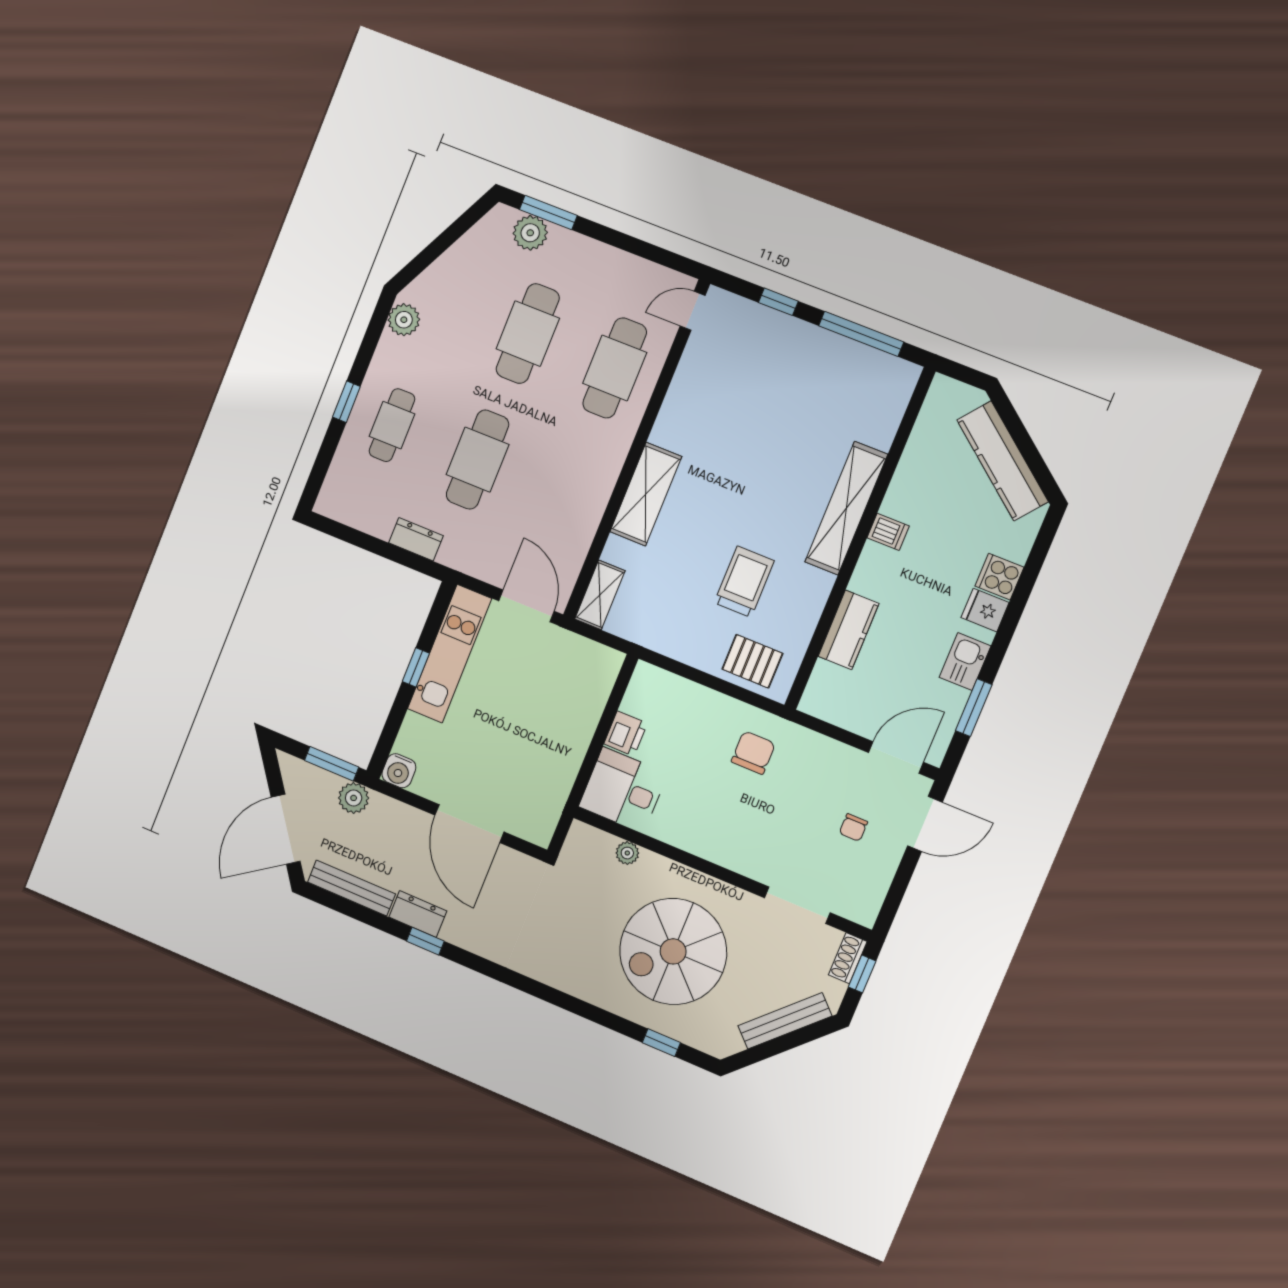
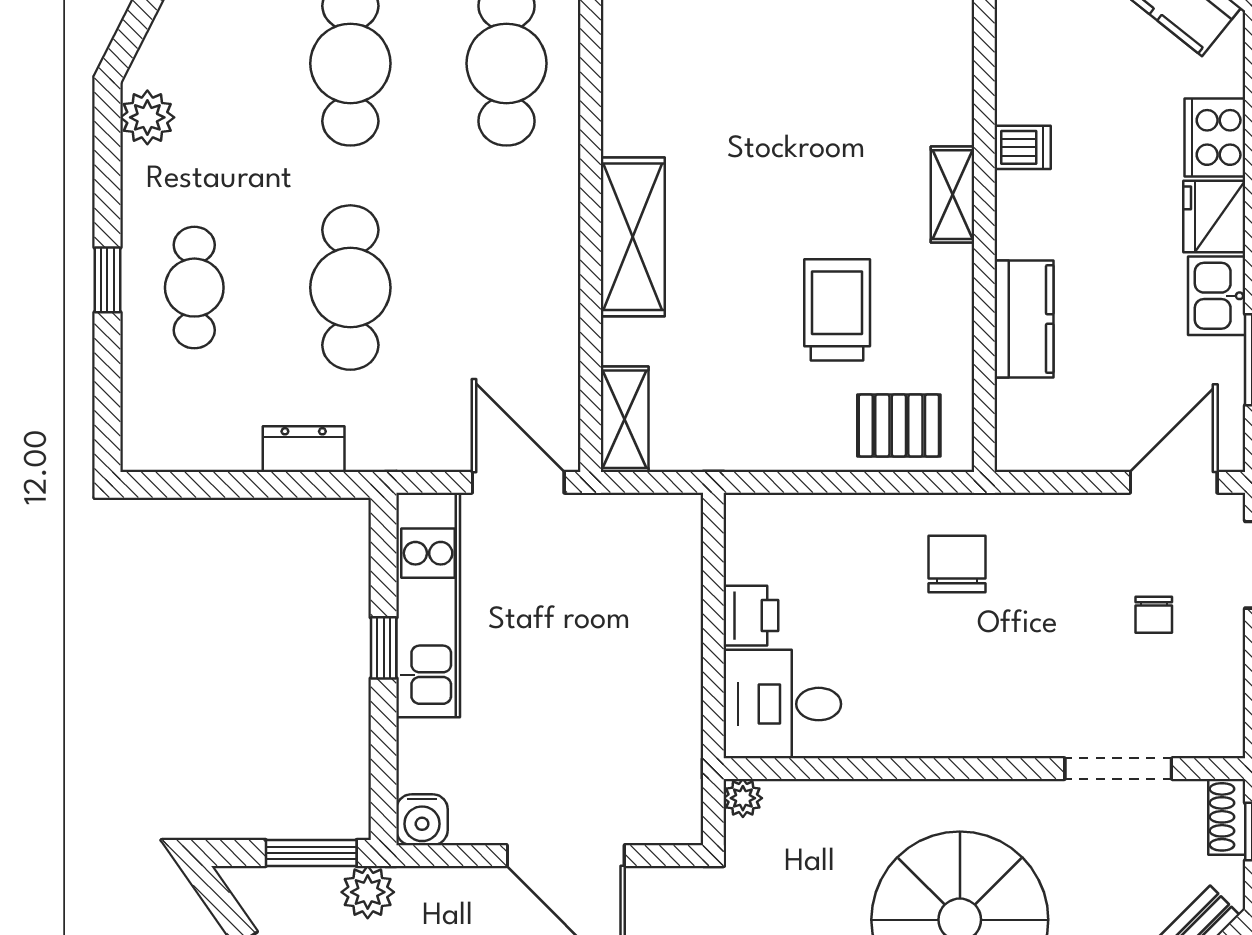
shelving: (846, 508) -> (953, 195), width x0.45, depth x0.75
cooker: (999, 577) -> (1215, 137), width x1.36
fridge: (985, 610) -> (1214, 217), width x1.38
plant: (627, 853) -> (743, 798), moved

